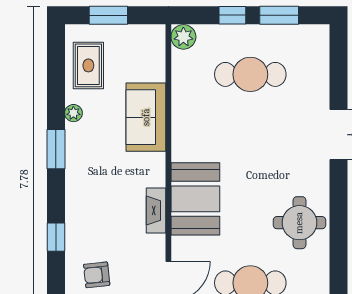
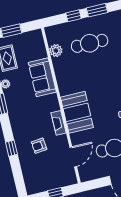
plant: (183, 37) -> (56, 51), moved
armchair: (97, 275) -> (39, 146), moved

